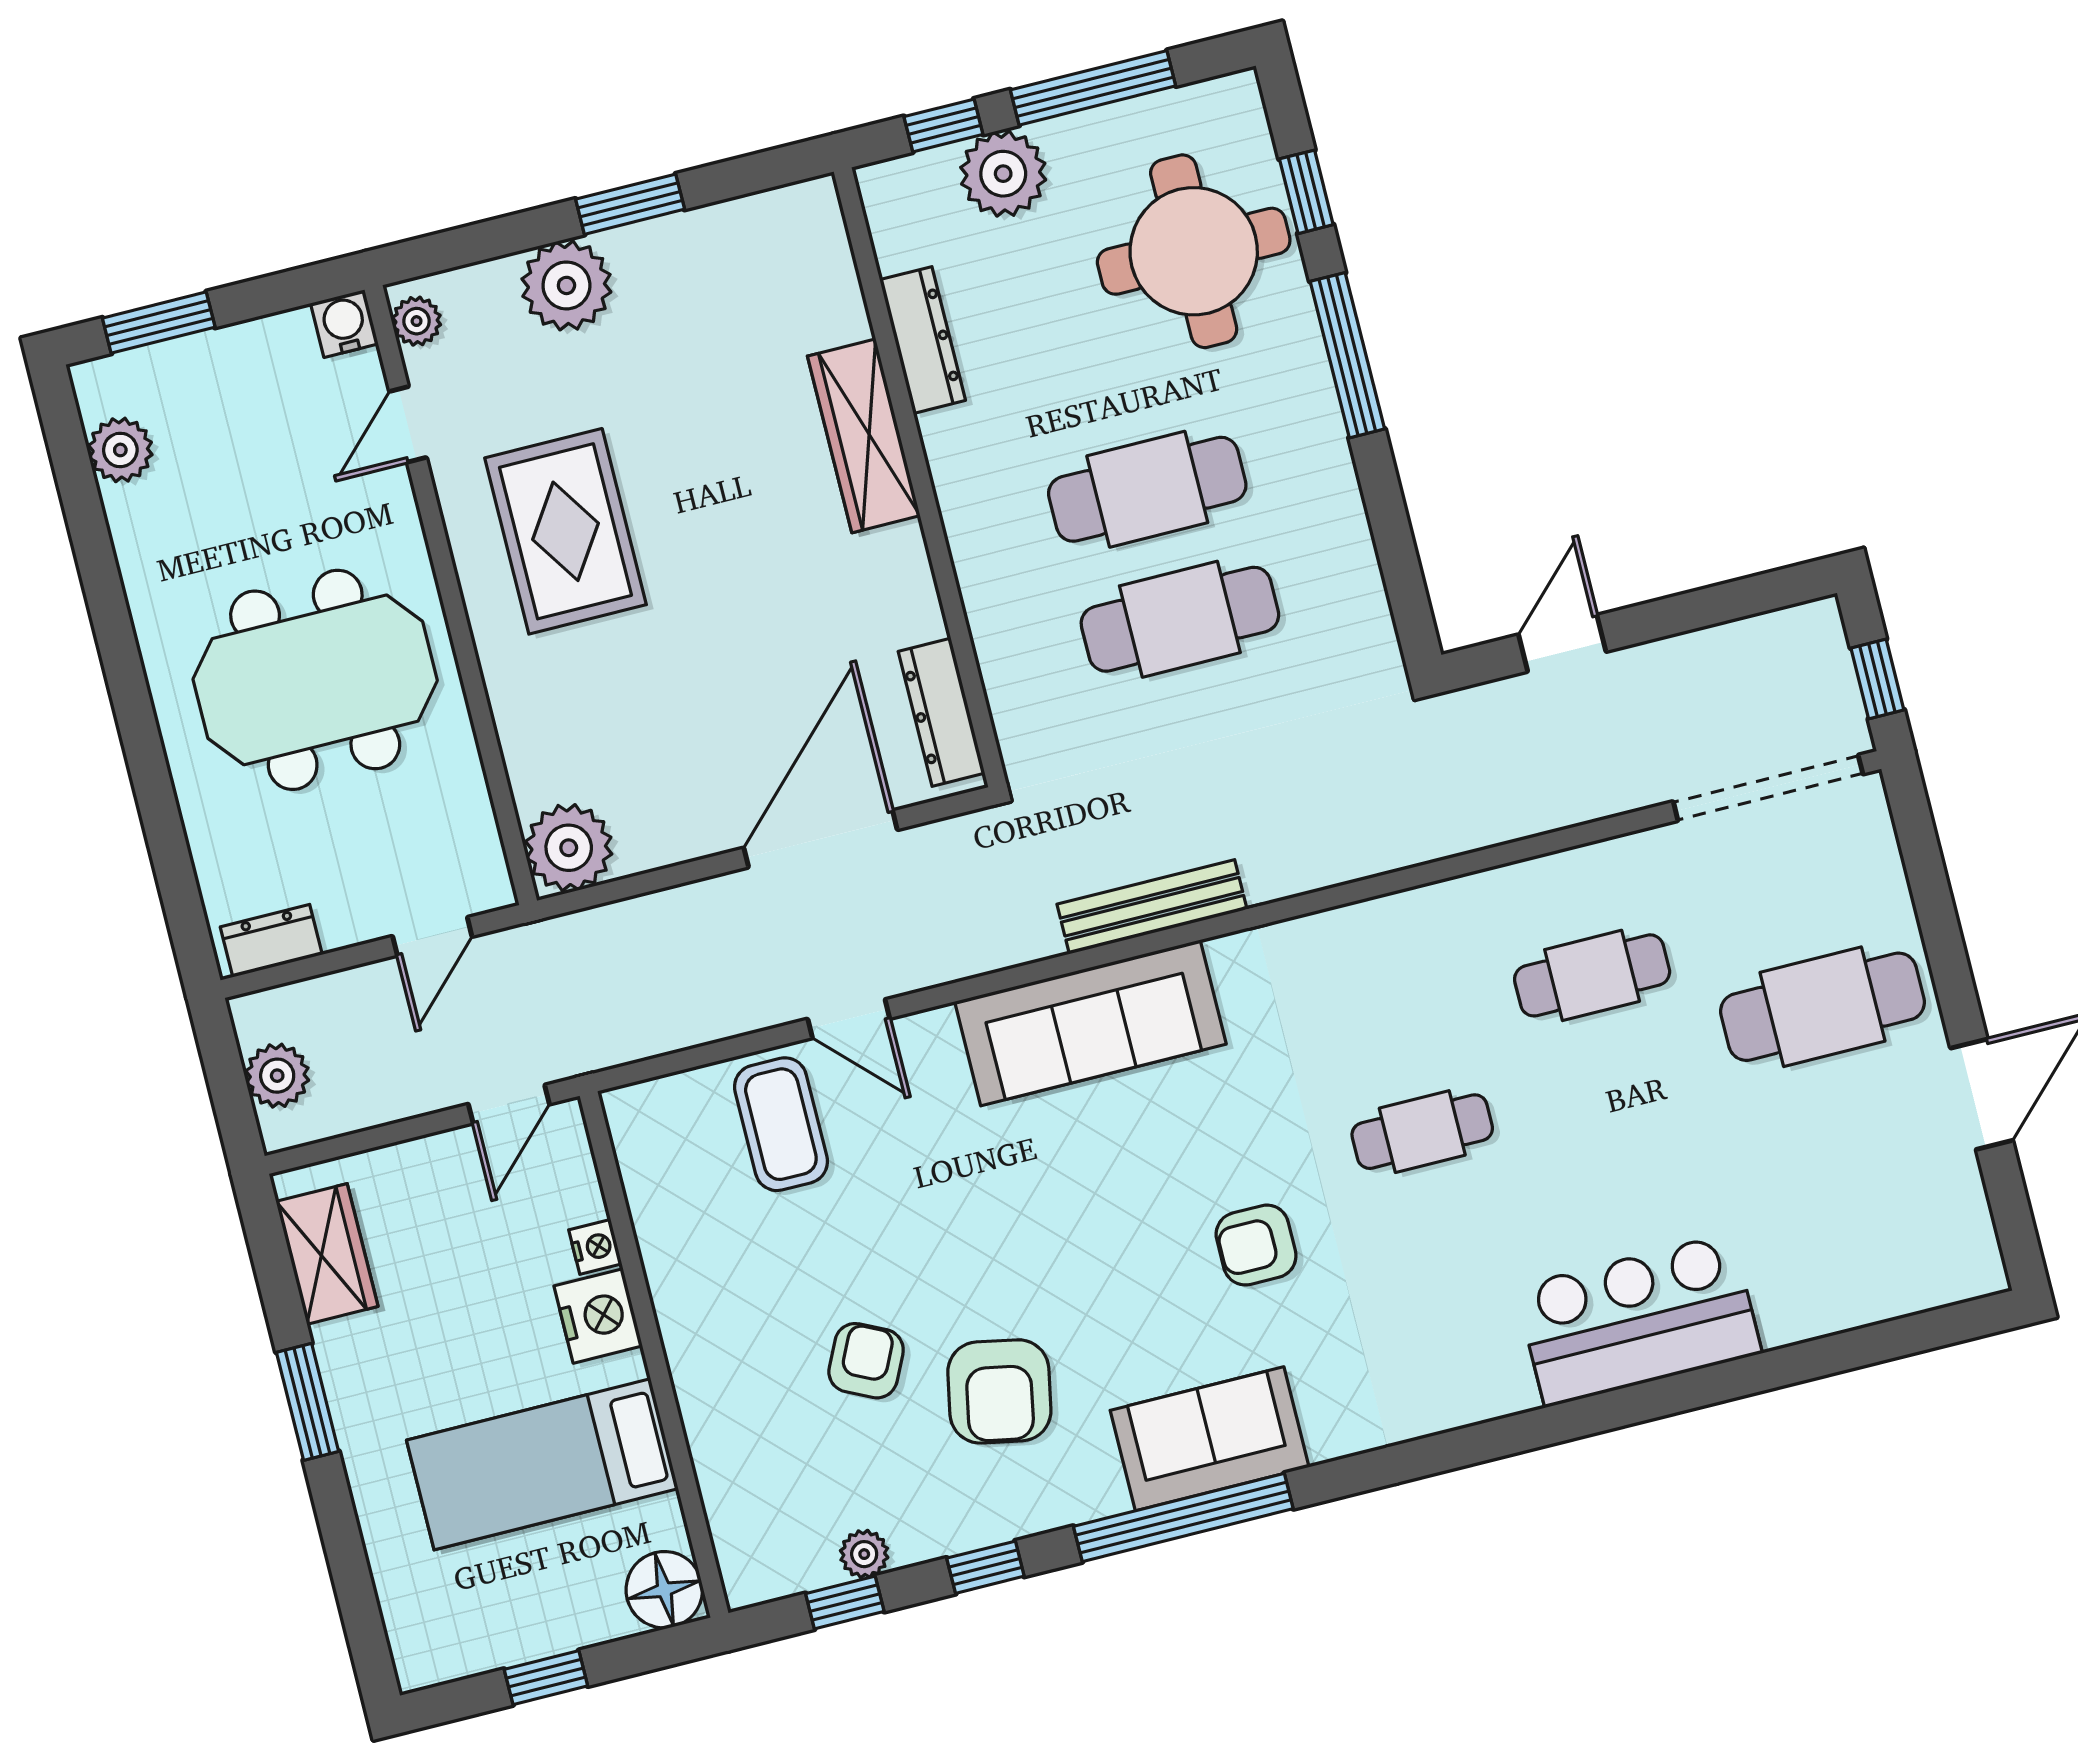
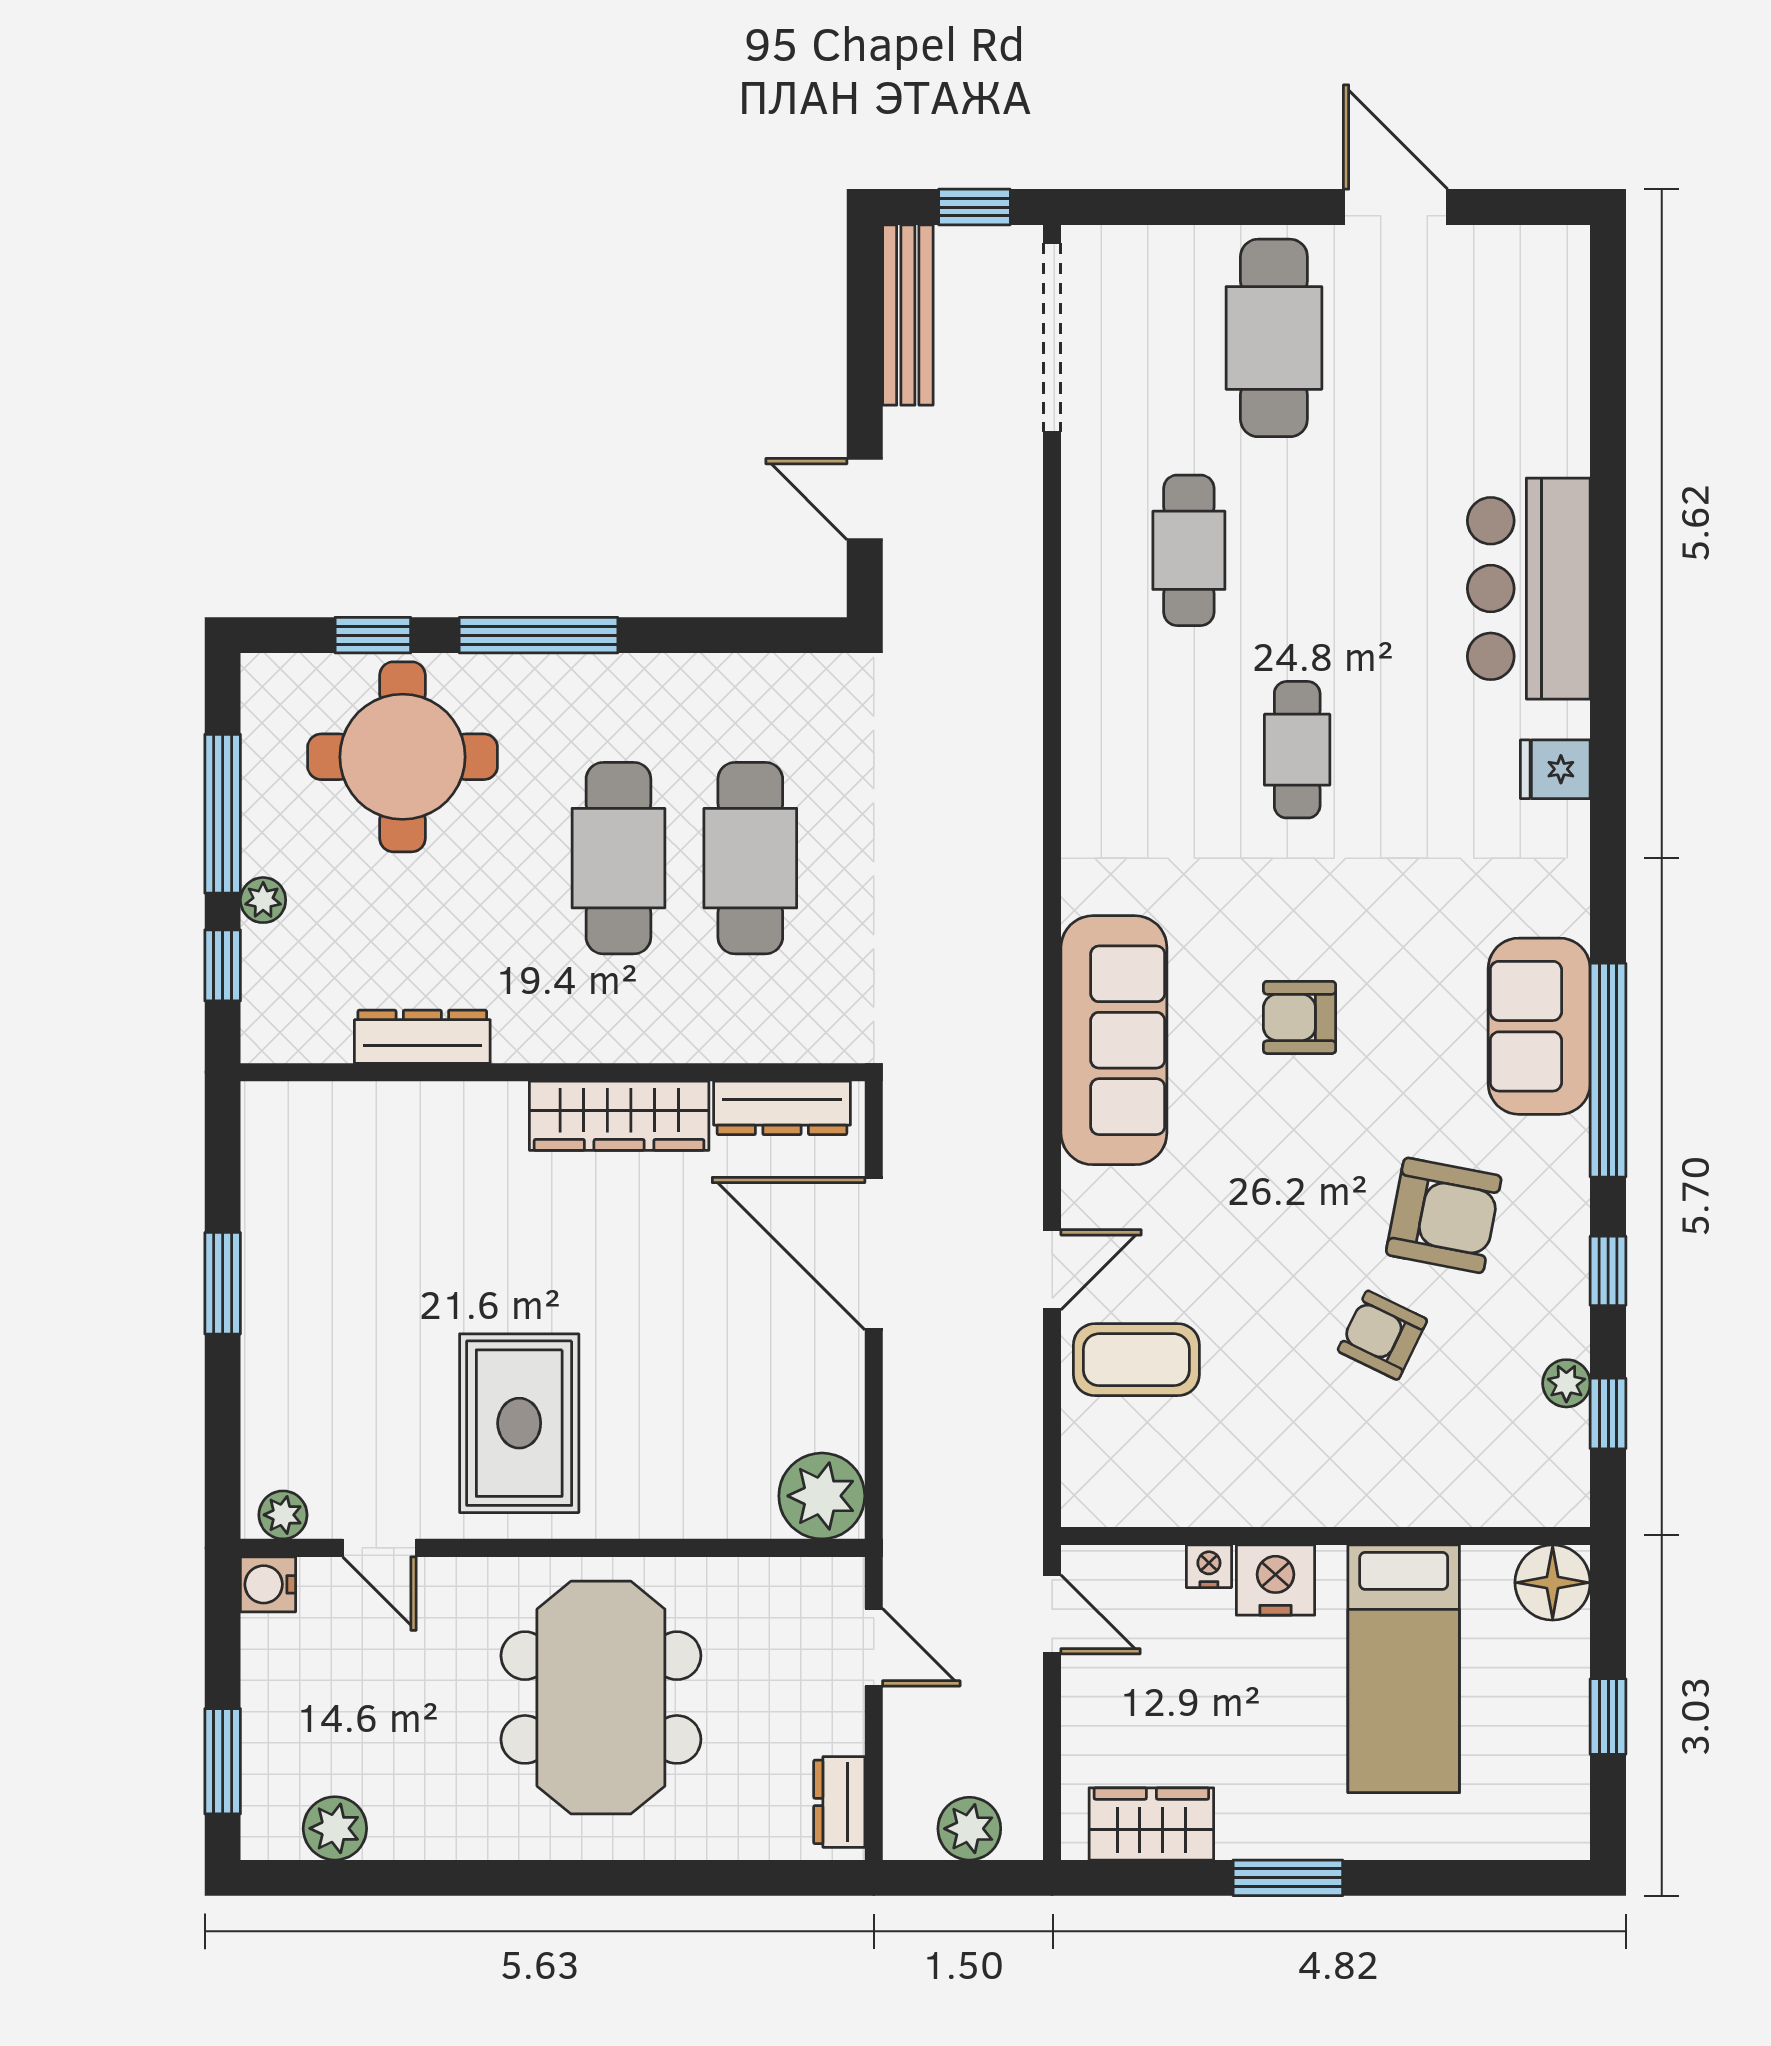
plant: (1003, 174) -> (263, 900), width x0.53, depth x0.53
plant: (566, 285) -> (285, 1363), removed
wardrobe: (864, 436) -> (619, 1116), moved
rug: (565, 531) -> (519, 1423), turned 90
bench: (1152, 907) -> (908, 315), moved
armchair: (1256, 1245) -> (1300, 1017), moved, turned 90
fridge: (1467, 1391) -> (1555, 769), added

